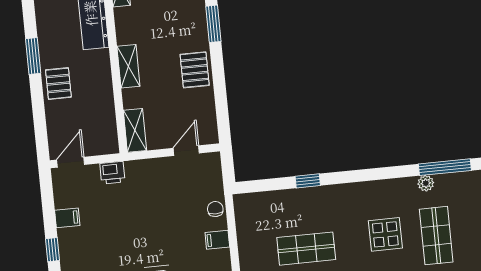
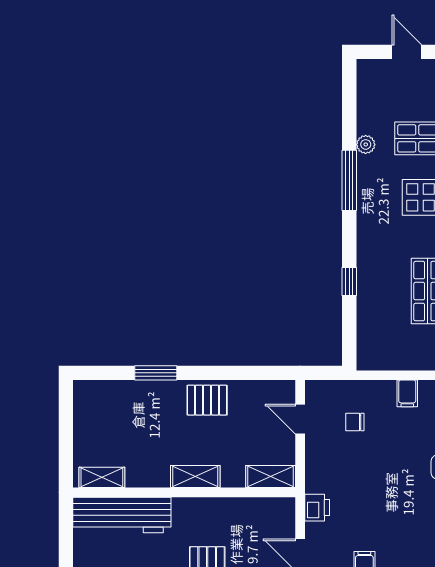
window: (445, 167) -> (349, 180), moved
chair: (215, 209) -> (355, 422), moved

